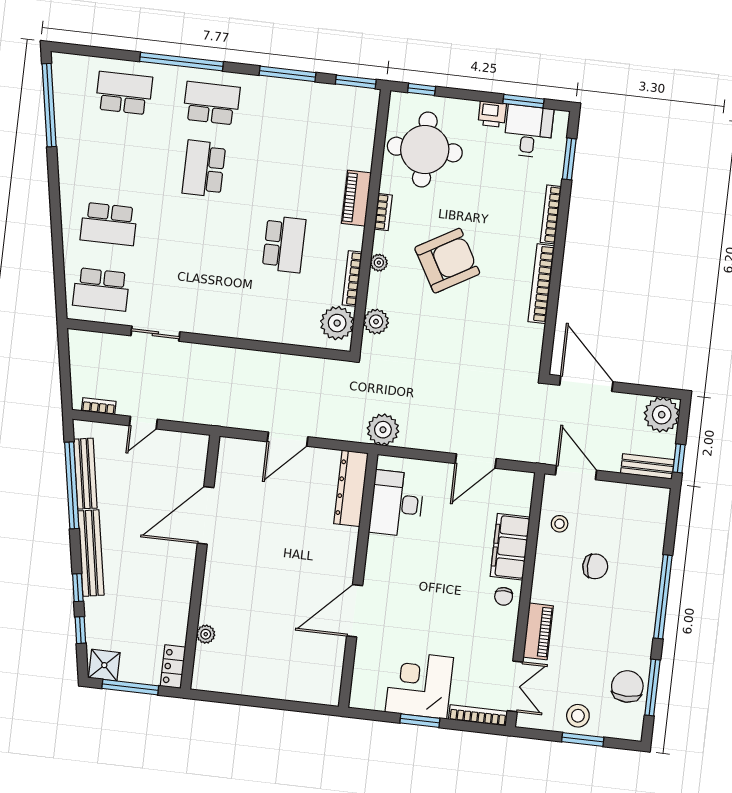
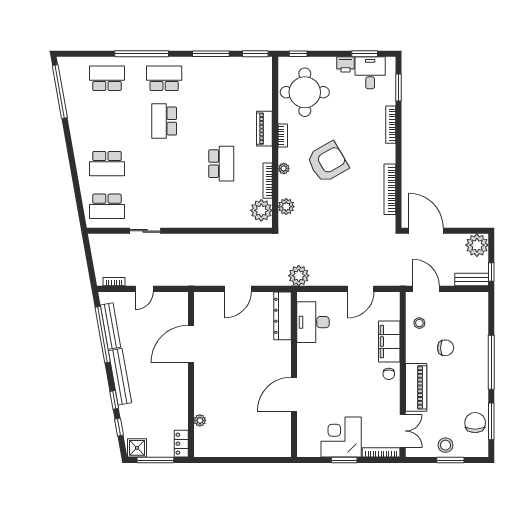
bookcase: (541, 284) -> (390, 189), moved
piano: (538, 631) -> (416, 387), width x1.37, depth x1.33

